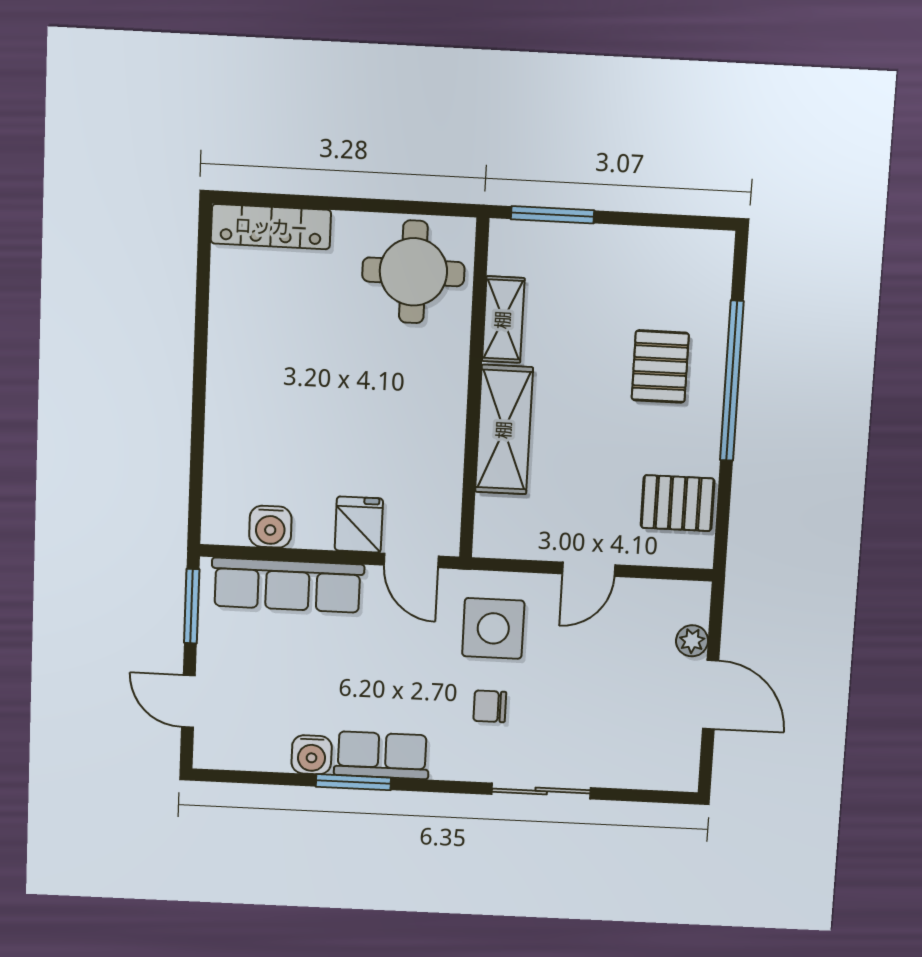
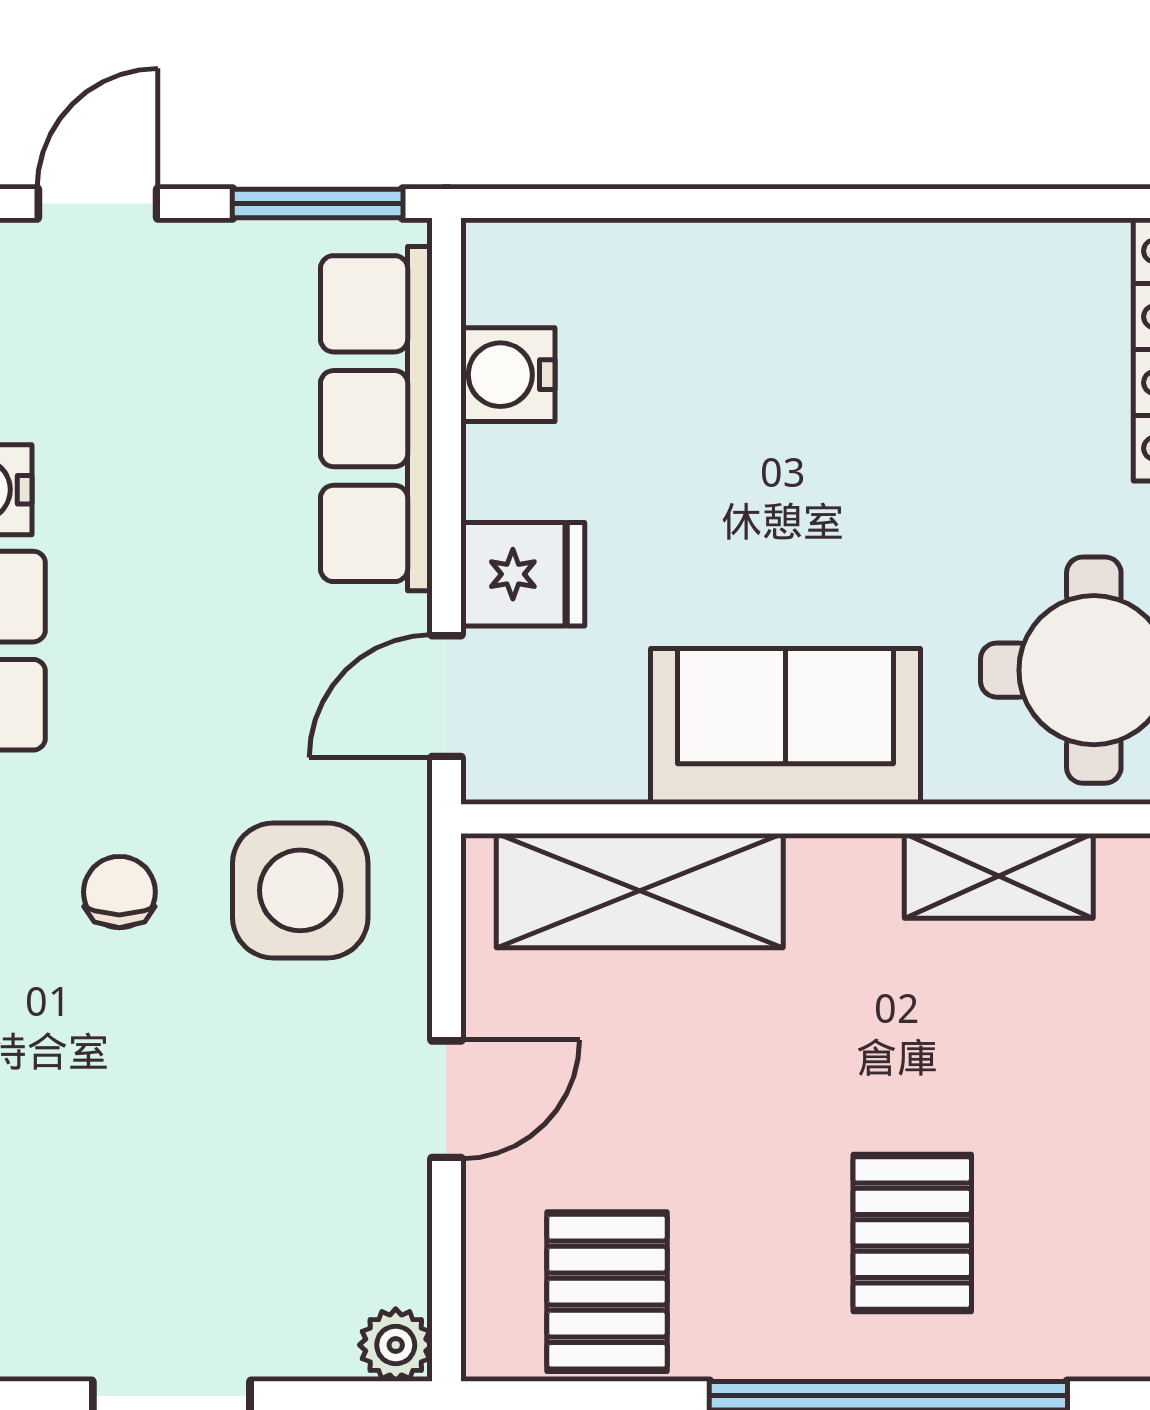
pallet: (660, 366) -> (912, 1233), turned 90
sofa: (432, 412) -> (785, 726), added
shelving: (504, 430) -> (640, 891), moved
door: (589, 569) -> (446, 1099), swing flipped
plant: (692, 641) -> (396, 1345), moved

